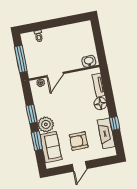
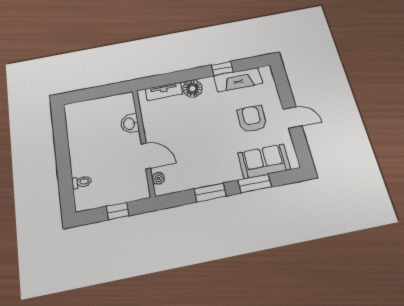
window: (21, 59) -> (118, 211), width x0.46
washbasin: (89, 61) -> (130, 124), moved
plant: (46, 124) -> (227, 169), removed
armchair: (79, 141) -> (252, 119), turned 180

